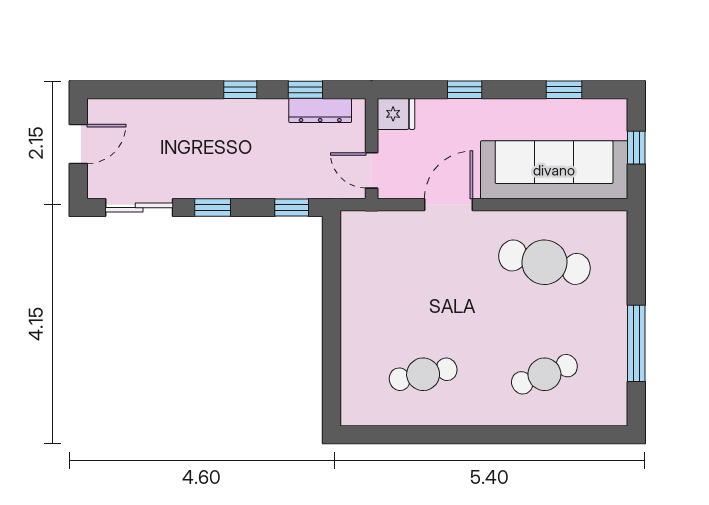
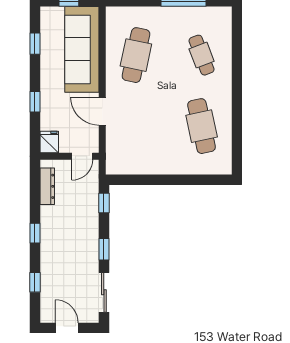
window: (305, 90) -> (35, 282), moved
cafe table: (423, 374) -> (202, 126), width x1.37, depth x1.35

